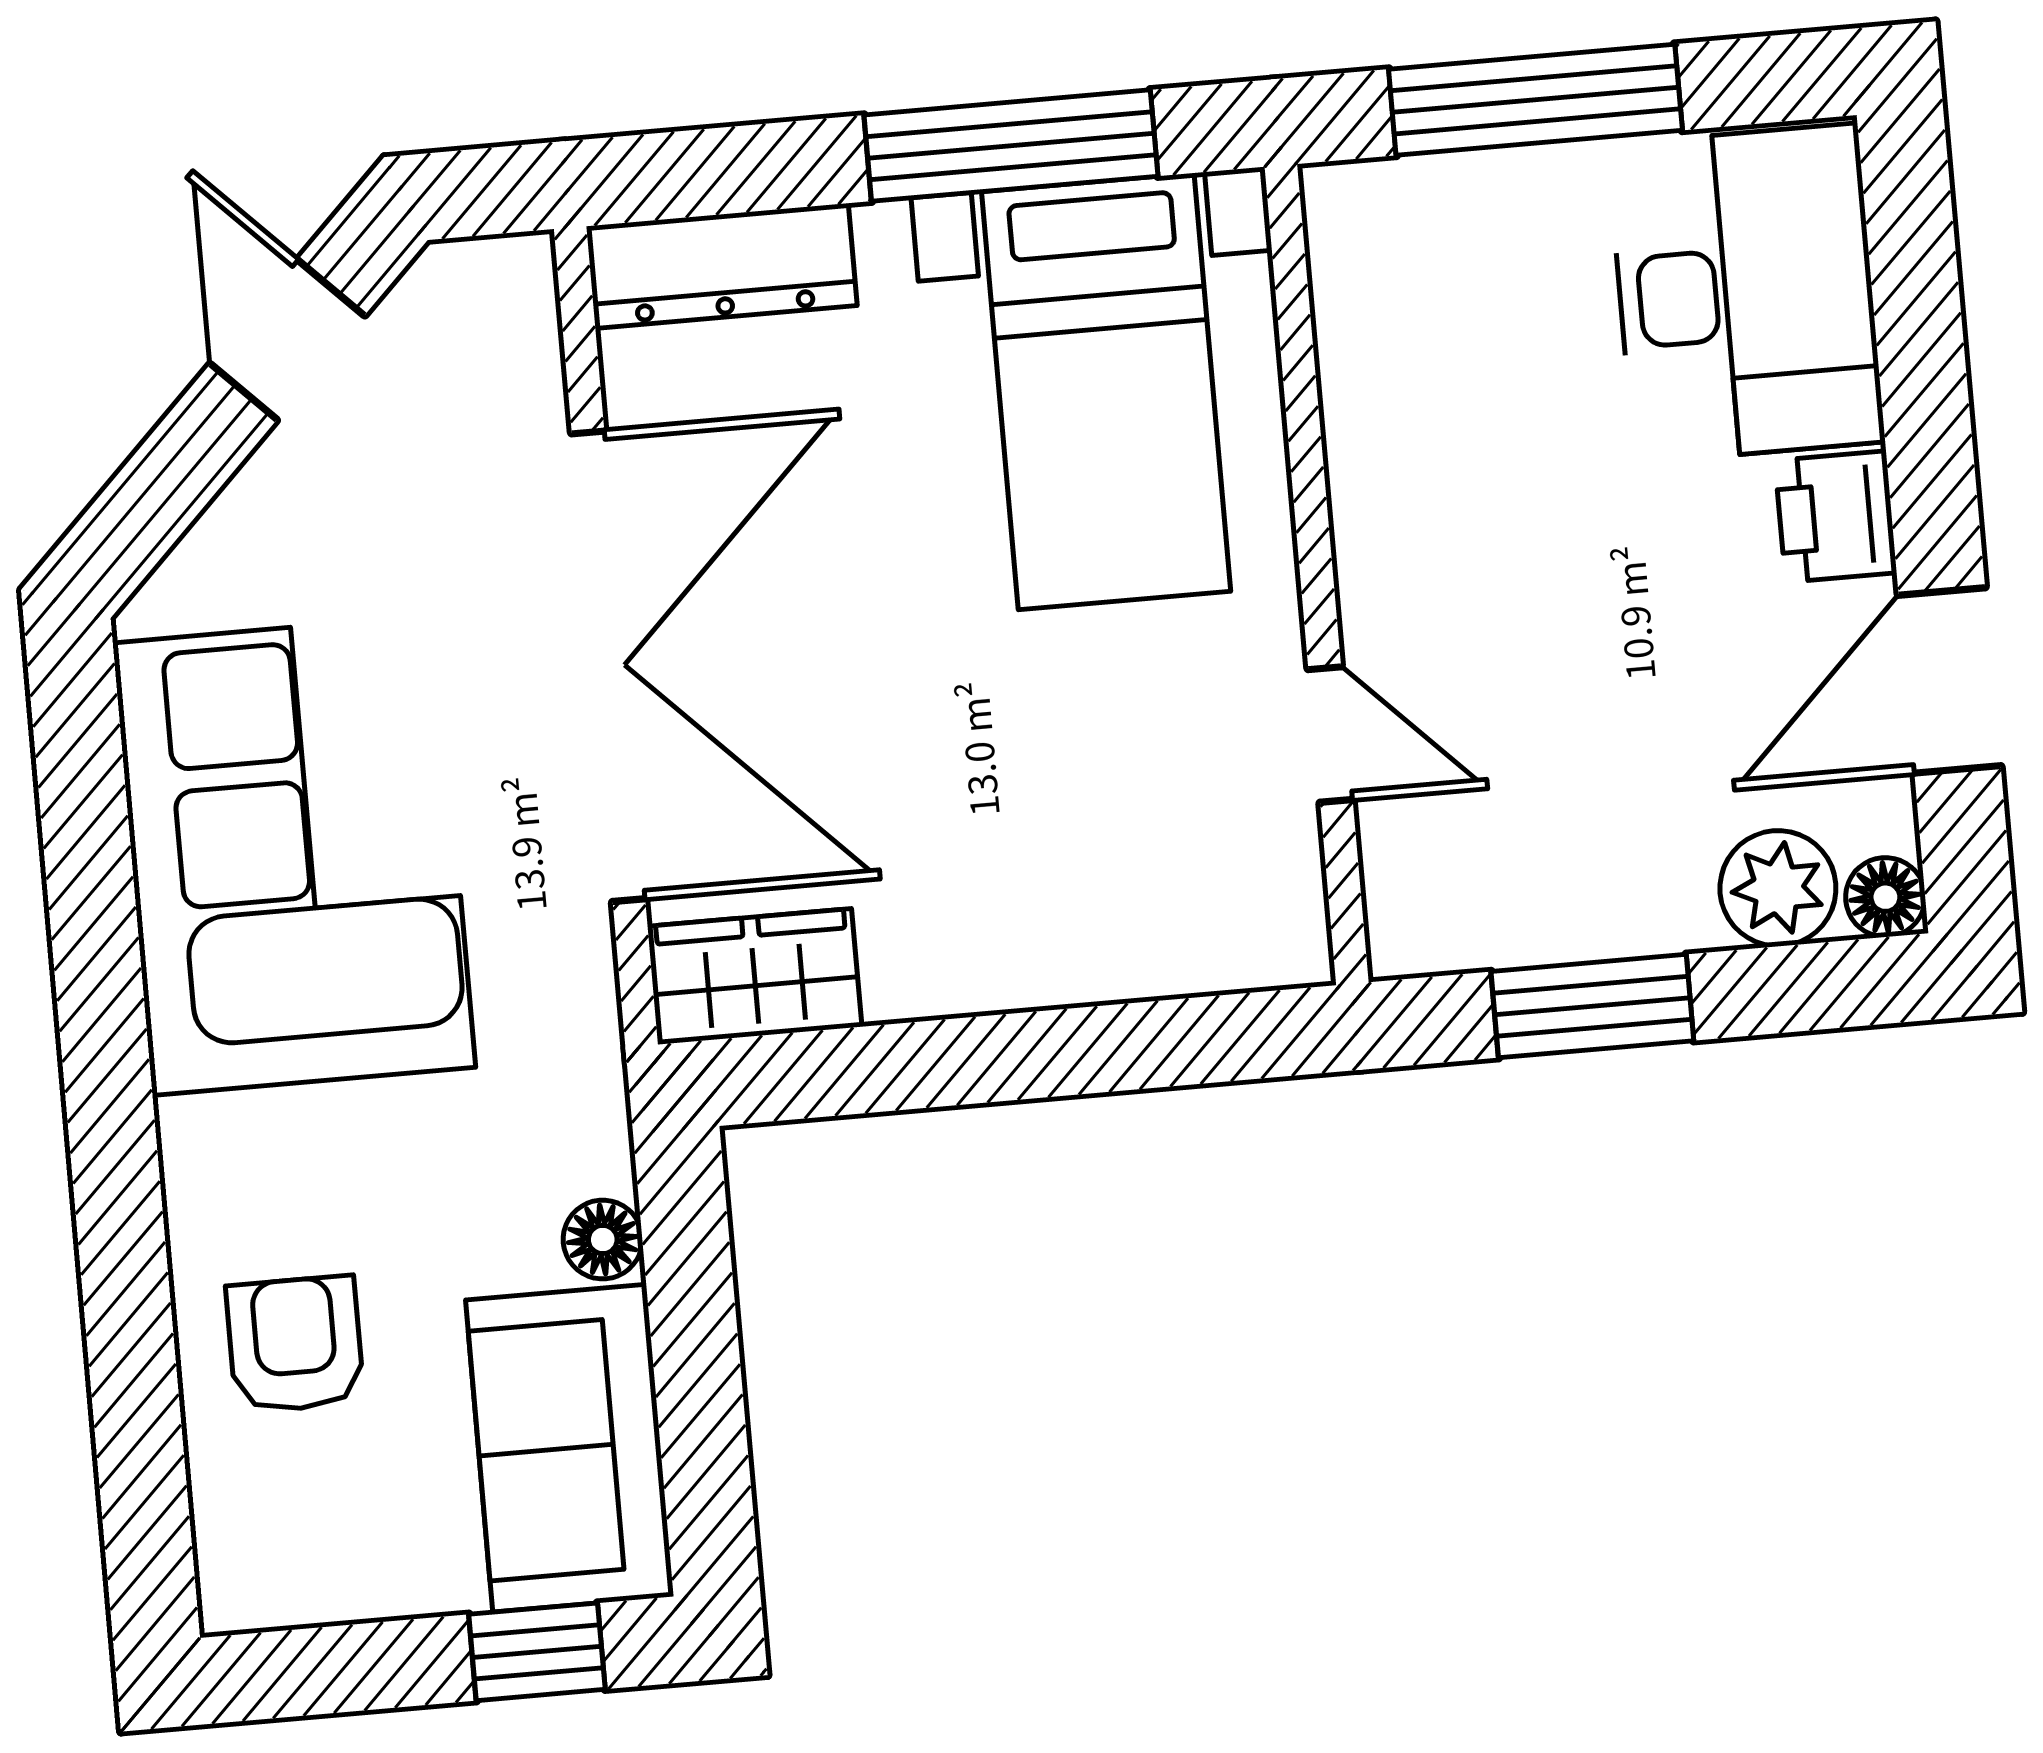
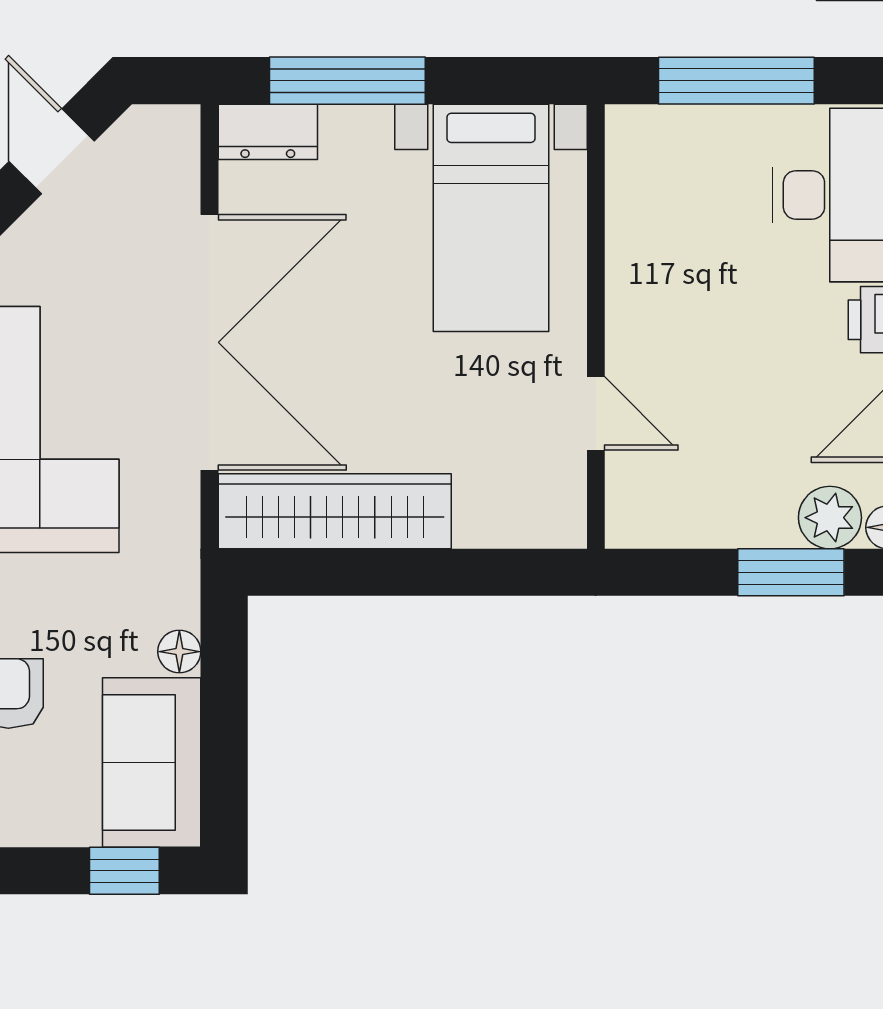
window: (1011, 146) -> (347, 81), moved
dresser: (722, 266) -> (268, 132), width x0.70
wardrobe: (755, 976) -> (335, 511), width x2.10, depth x1.17
window: (1592, 1006) -> (791, 572), moved

